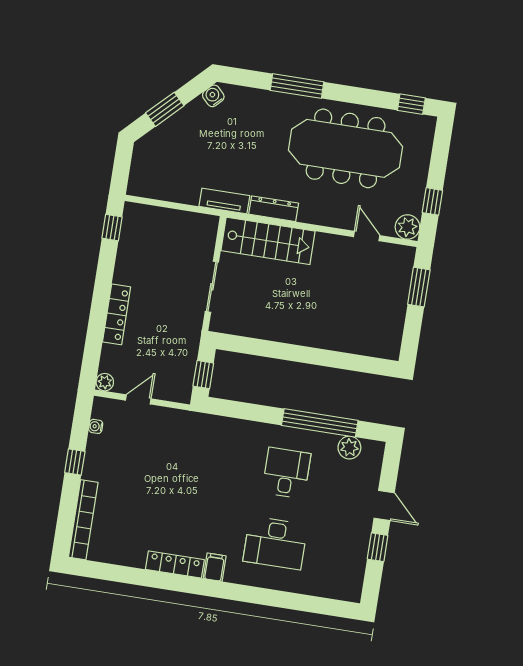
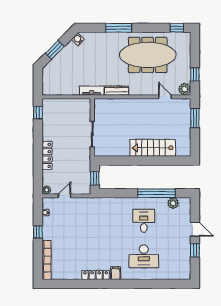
stairs: (268, 241) -> (153, 148), moved, turned 180

